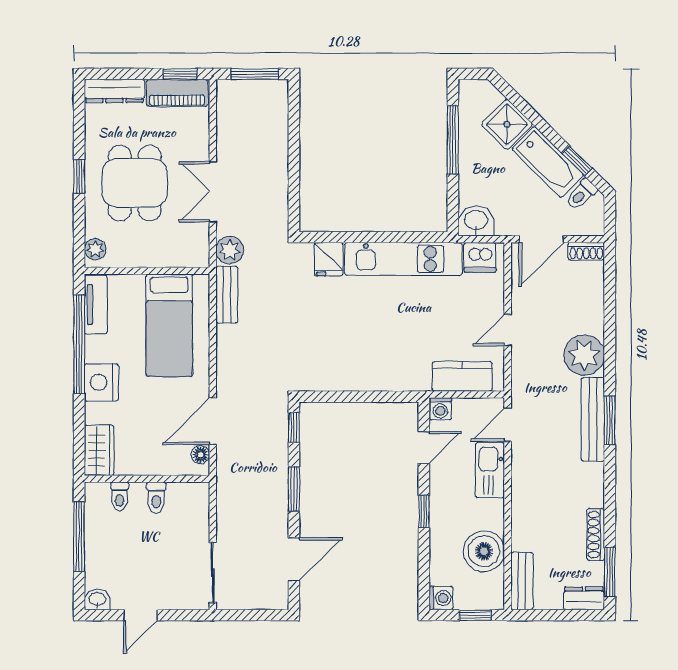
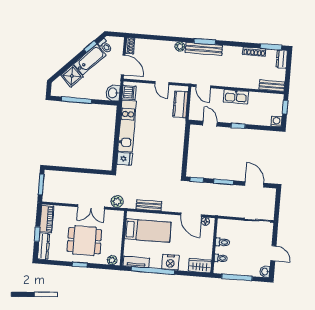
window: (180, 74) -> (37, 234), moved
bench: (227, 295) -> (149, 205), moved
plant: (584, 355) -> (180, 47), width x0.53, depth x0.53
washing machine: (440, 409) -> (194, 115), removed
kitchen sink: (490, 470) -> (236, 97), moved
boiler: (484, 551) -> (258, 101), removed

